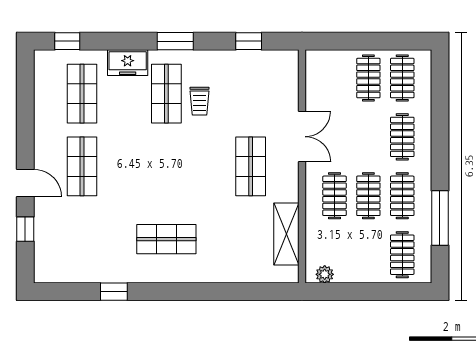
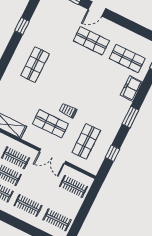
clothes rail: (368, 78) -> (73, 187), moved
shop shelf: (166, 94) -> (86, 141), moved, turned 90
trolley: (200, 101) -> (68, 111), moved

